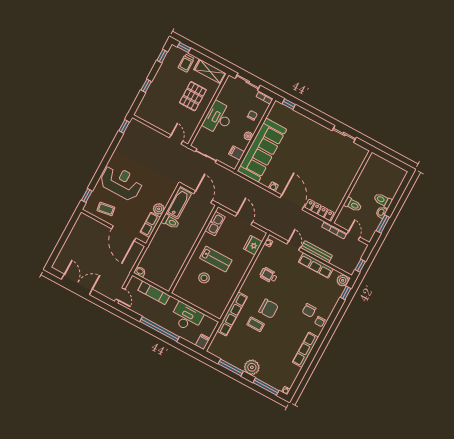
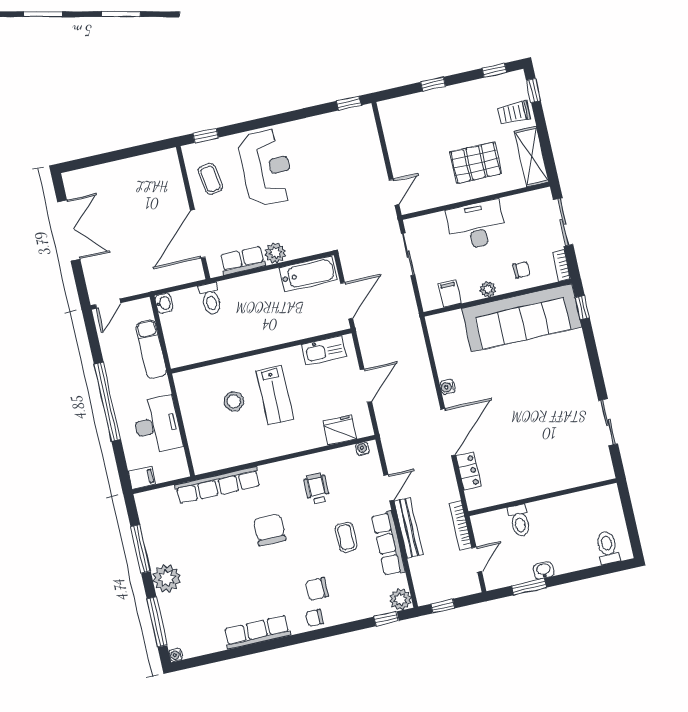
sofa: (262, 150) -> (522, 318), moved
toilet: (383, 200) -> (607, 548), moved
locker: (319, 210) -> (469, 471), width x0.66
toilet: (170, 222) -> (211, 299), moved
chair: (268, 309) -> (270, 530), turned 180
coffee table: (256, 324) -> (346, 537), moved

